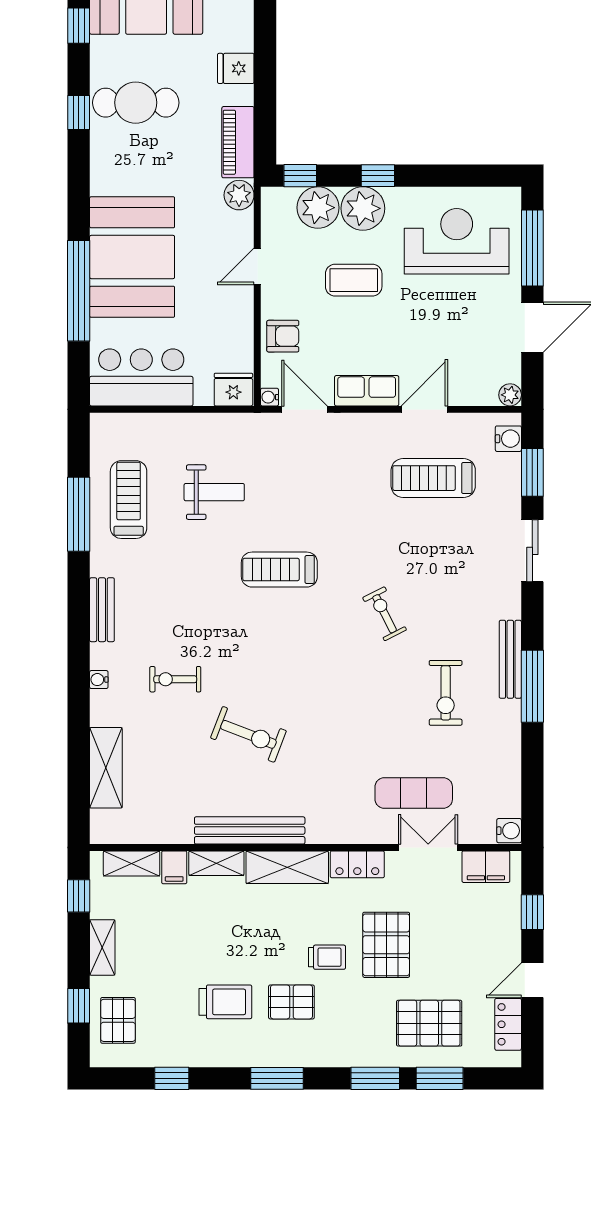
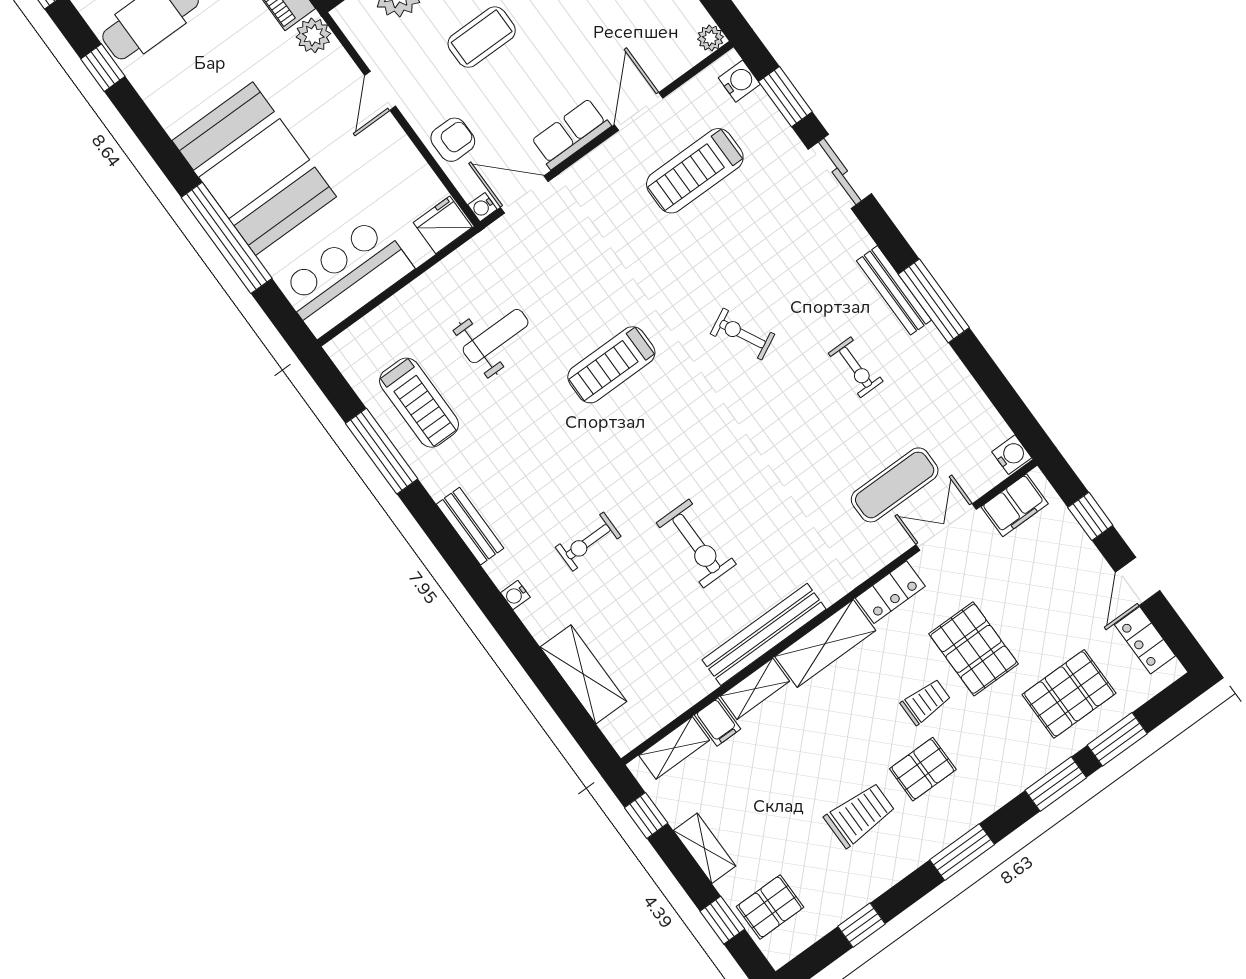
treadmill: (129, 500) -> (419, 403), turned 180
exercise bike: (446, 693) -> (856, 367), width x0.73, depth x0.72
exercise bike: (248, 734) -> (696, 544), turned 69
pallet: (118, 1020) -> (770, 907), turned 90

